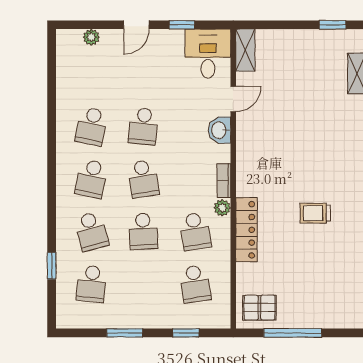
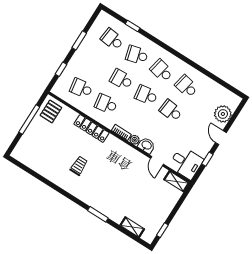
plant: (91, 37) -> (223, 114), width x1.88, depth x1.88
plant: (222, 208) -> (135, 140), moved

